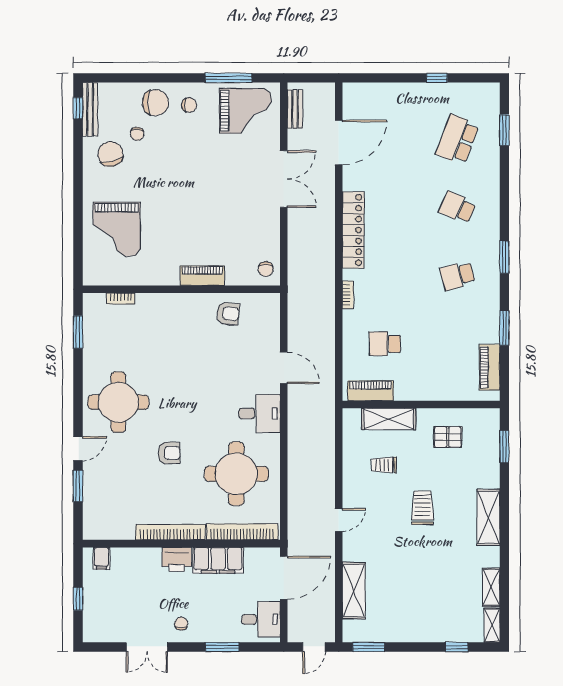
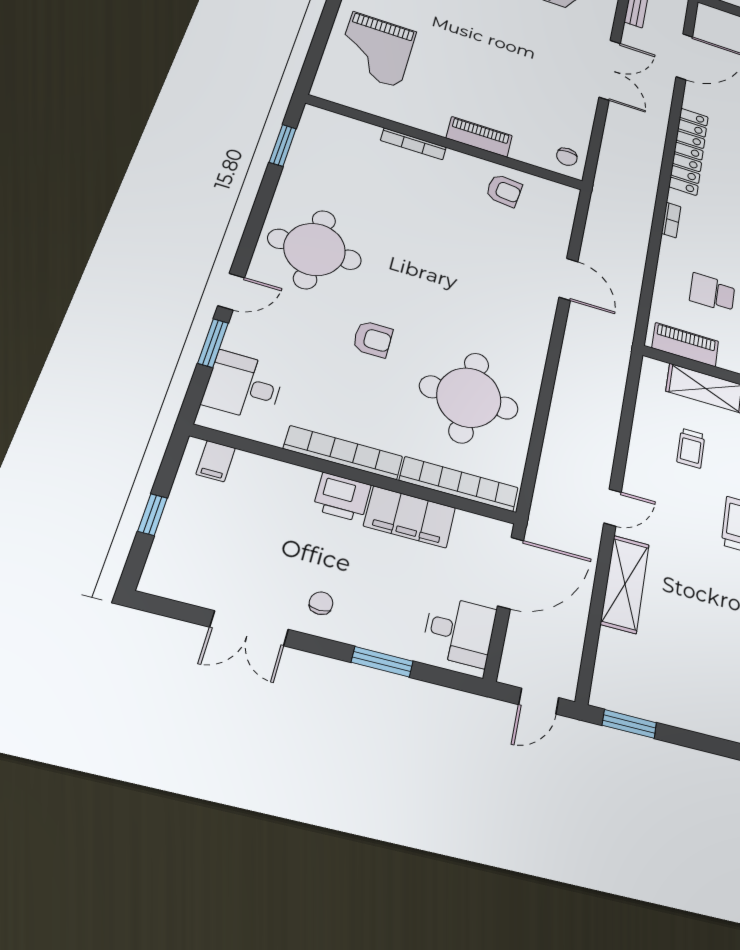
bookcase: (121, 299) -> (413, 144), moved, width x1.56
desk: (260, 414) -> (244, 386), moved, turned 180
trolley: (384, 465) -> (691, 448), turned -90
shelving: (354, 591) -> (625, 584), moved

